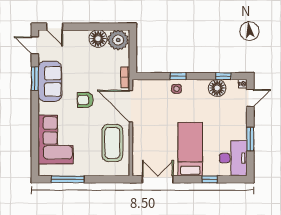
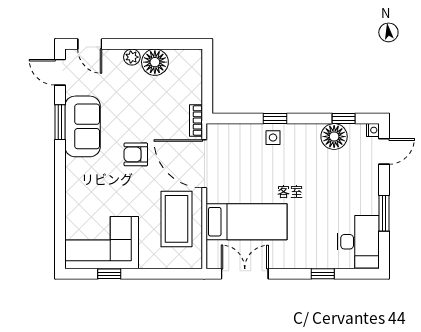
plant: (118, 40) -> (132, 57), moved, width x0.53, depth x0.53
corner sofa: (56, 140) -> (102, 243), moved, turned -90
bed: (190, 149) -> (247, 222), moved, turned 90
window: (68, 179) -> (109, 274), width x0.46

